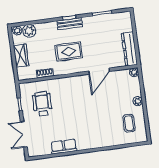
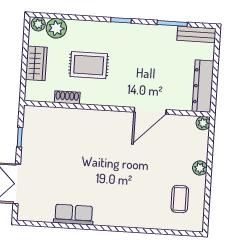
bench: (70, 24) -> (196, 34), moved
rug: (69, 51) -> (89, 65), moved
wheelchair: (42, 104) -> (54, 143), removed

